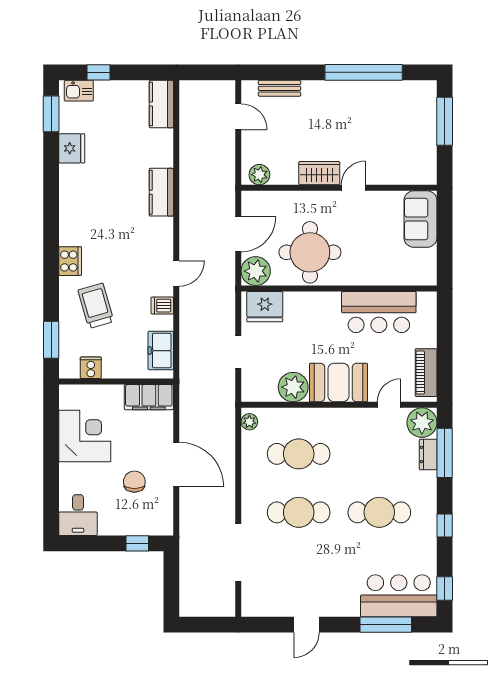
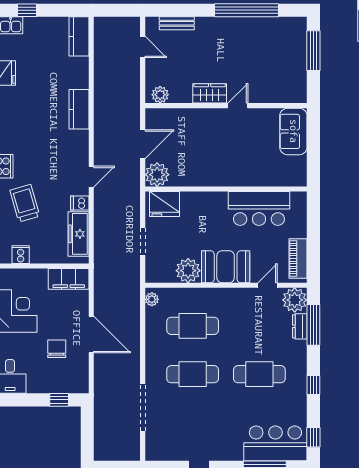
round table: (310, 252) -> (202, 159), removed
freezer: (161, 351) -> (78, 234), width x1.40

